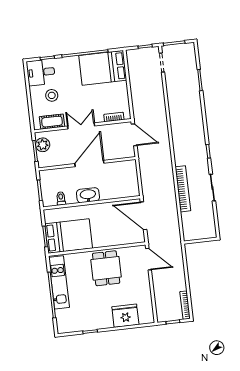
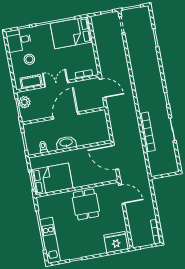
kitchen unit: (59, 282) -> (50, 240), moved
fridge: (125, 316) -> (116, 242), moved

